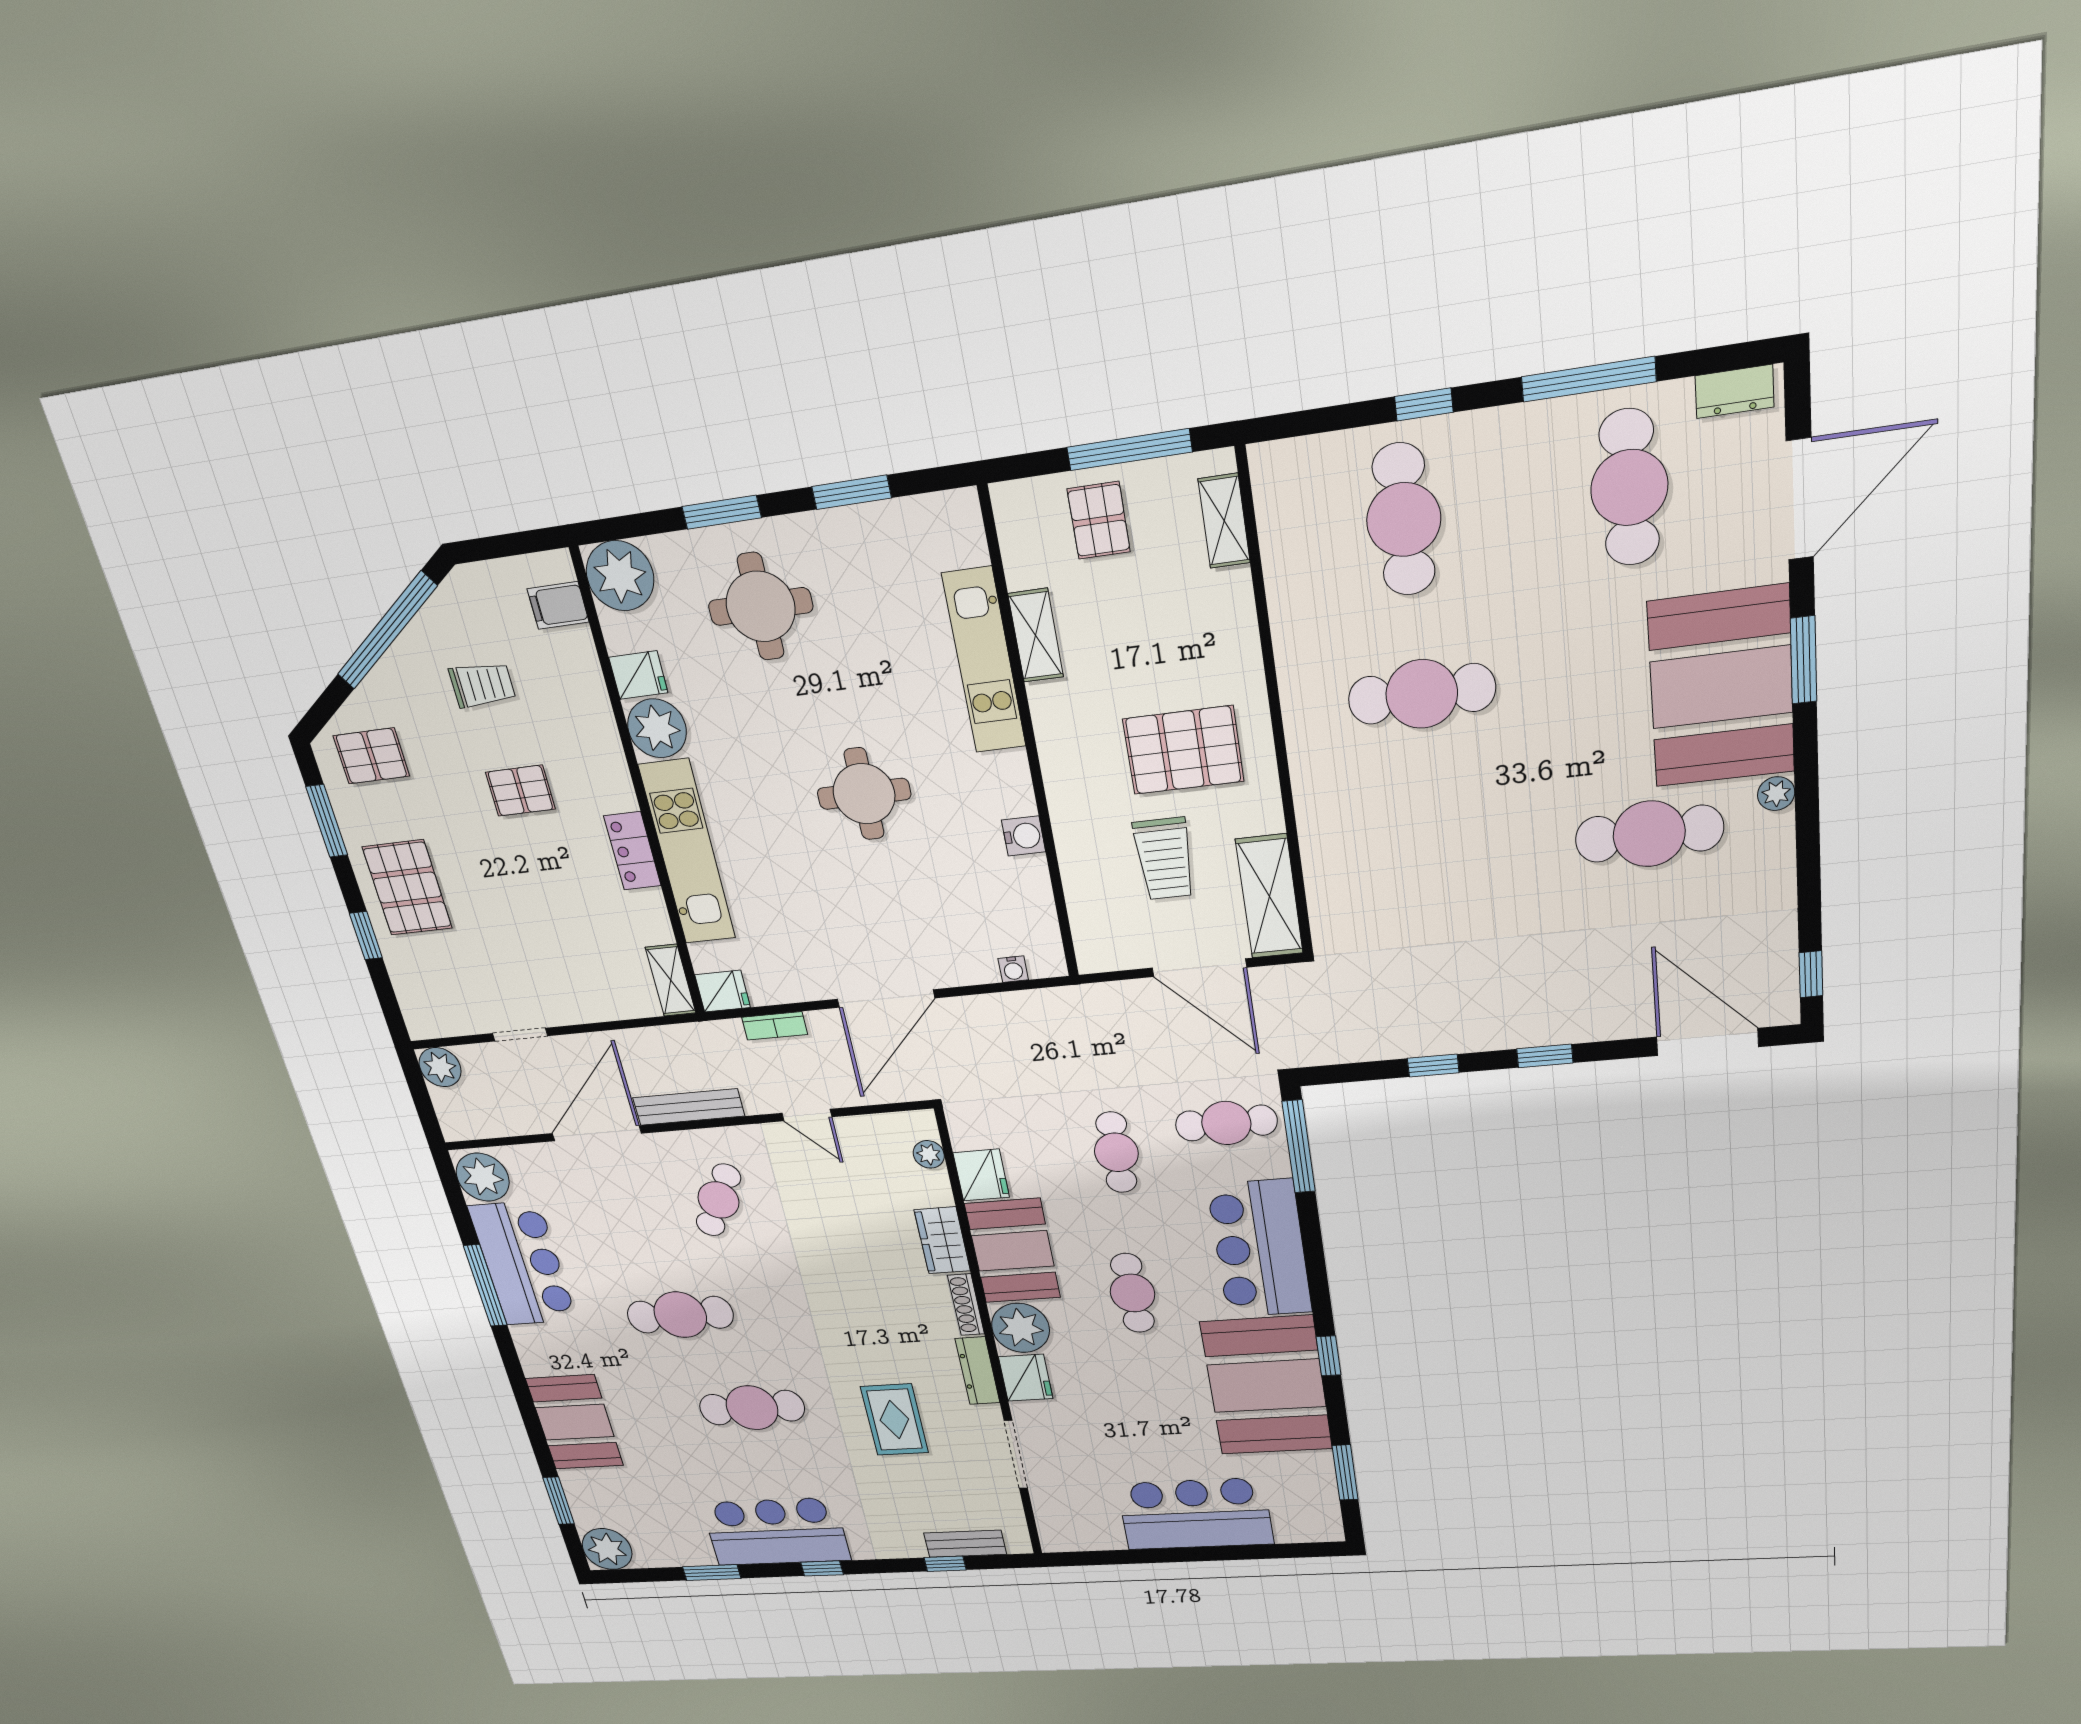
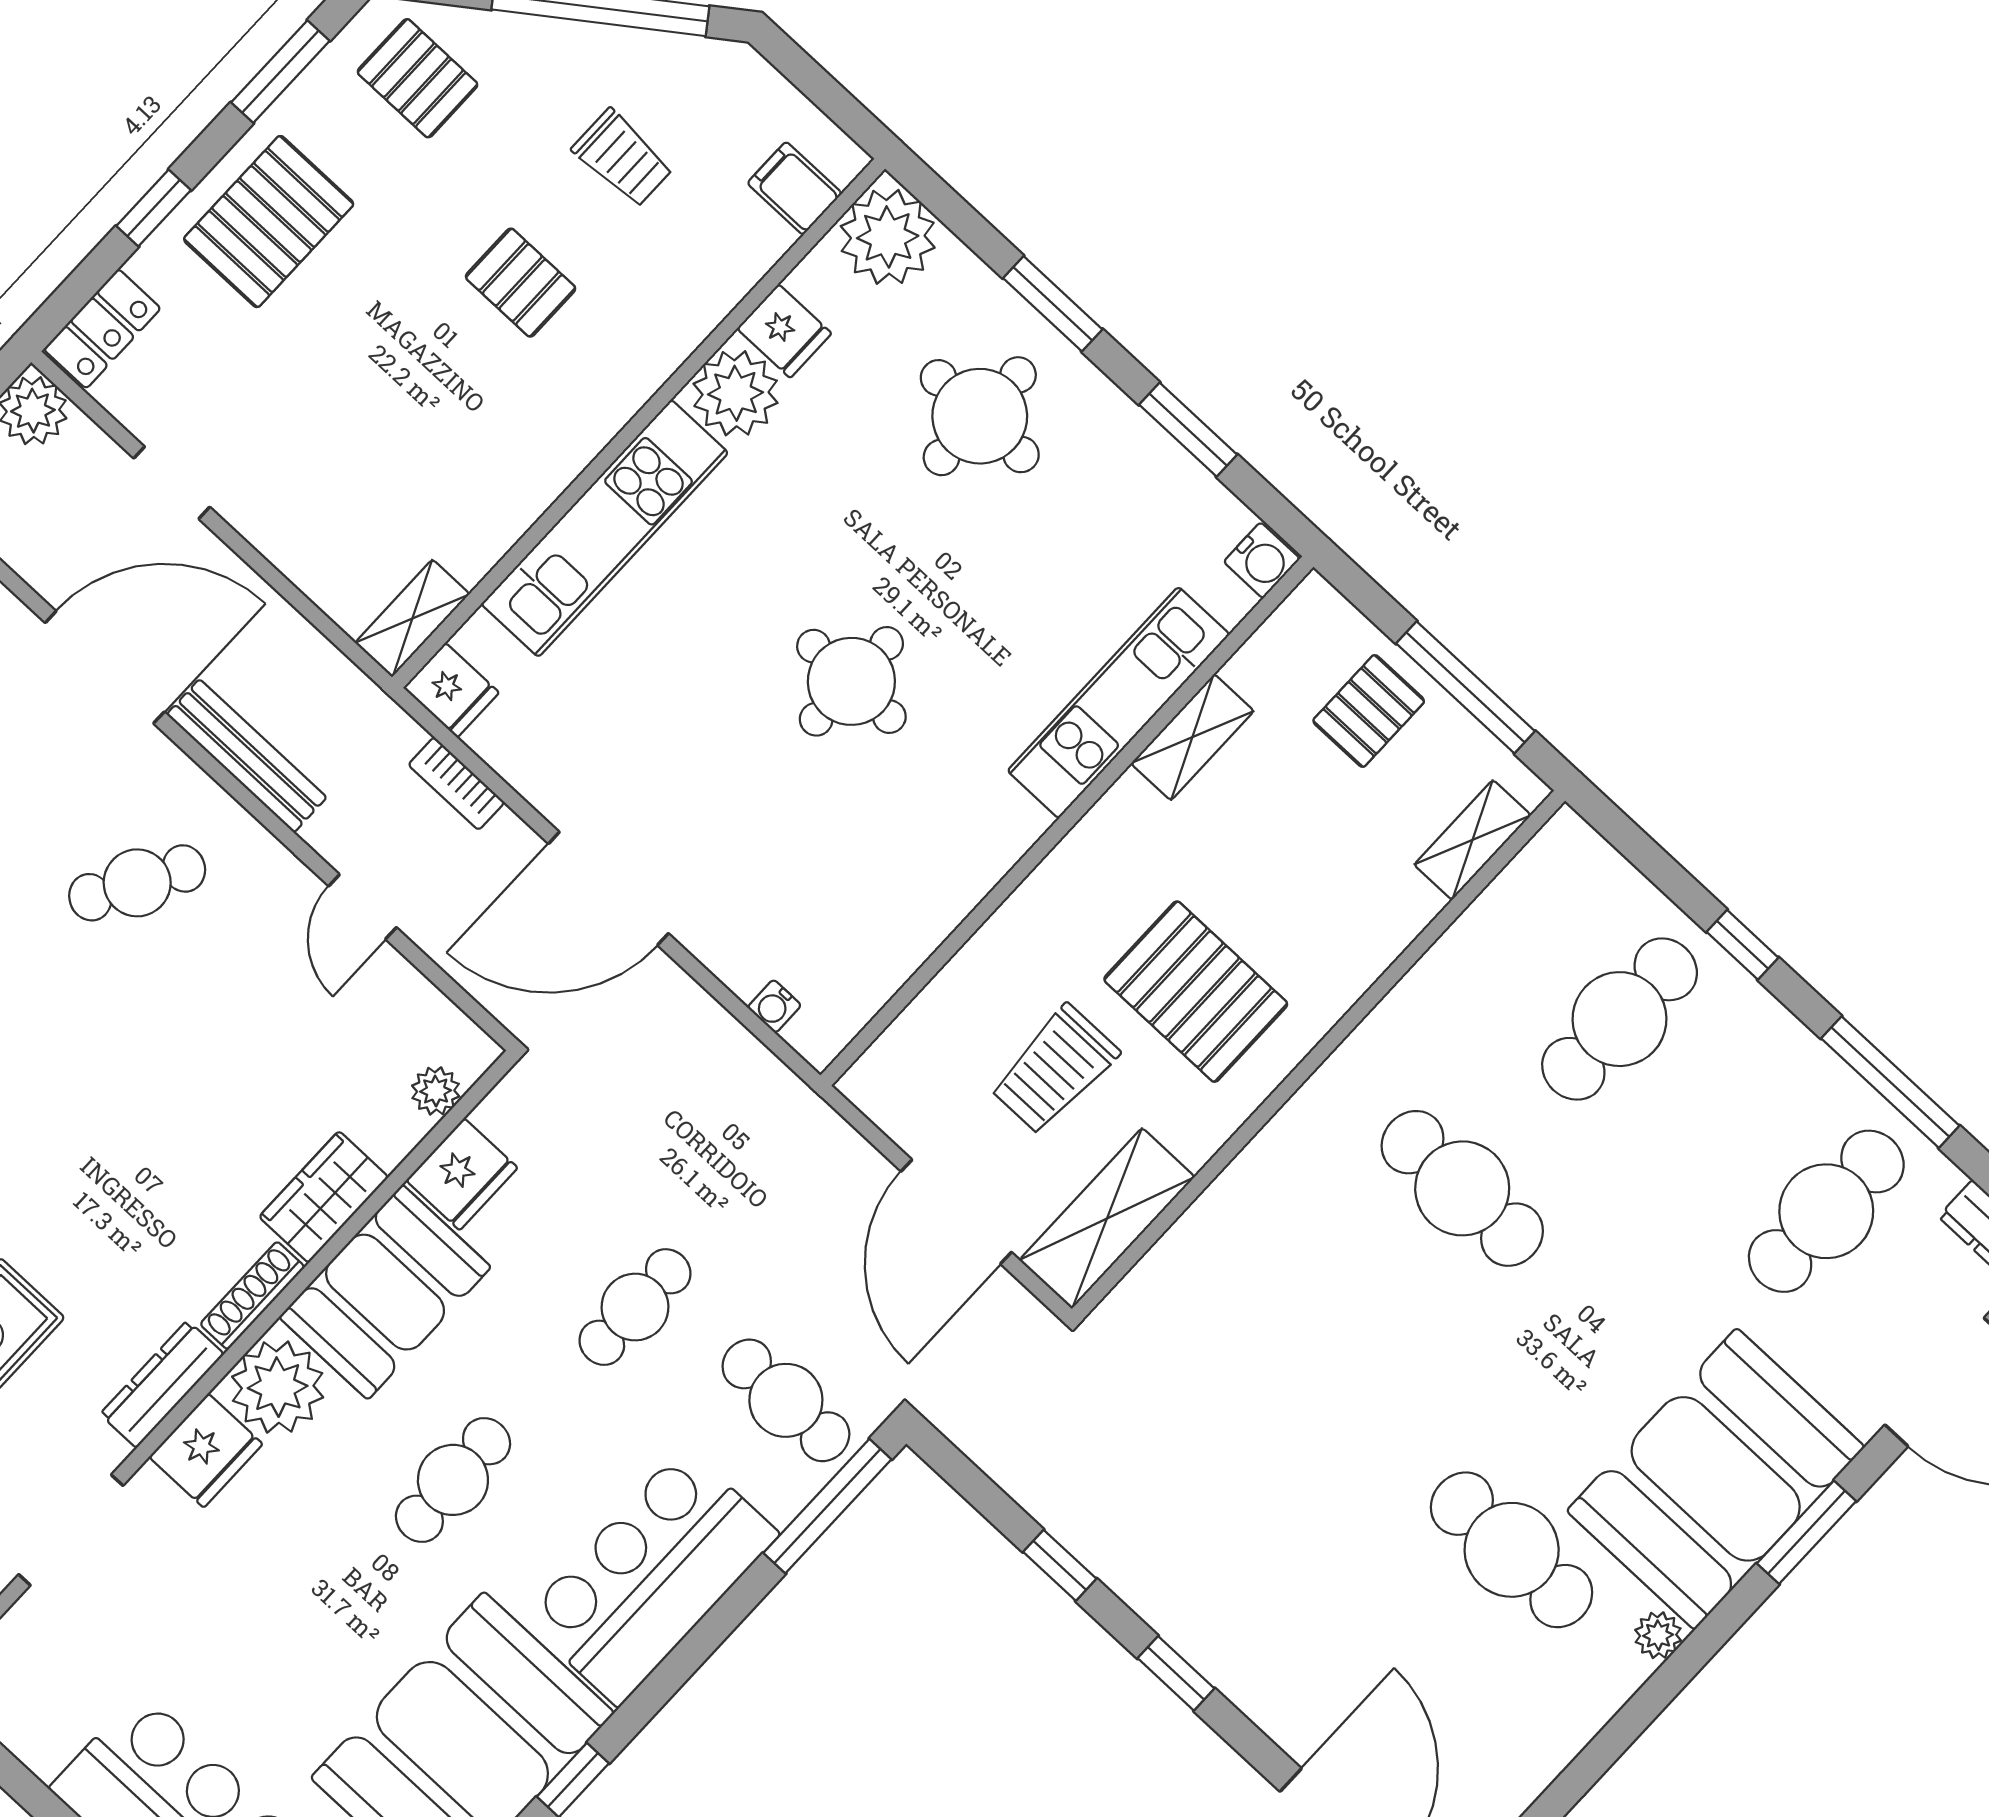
water cooler: (1024, 836) -> (1262, 560), moved
locker: (632, 851) -> (102, 329), moved, turned 180

